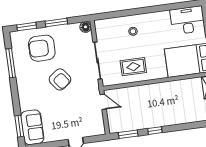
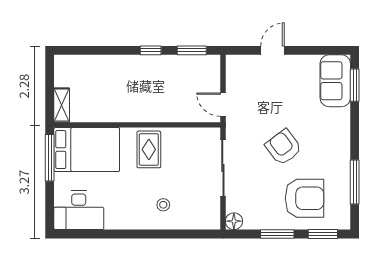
rug: (133, 67) -> (149, 149), moved, turned 90

